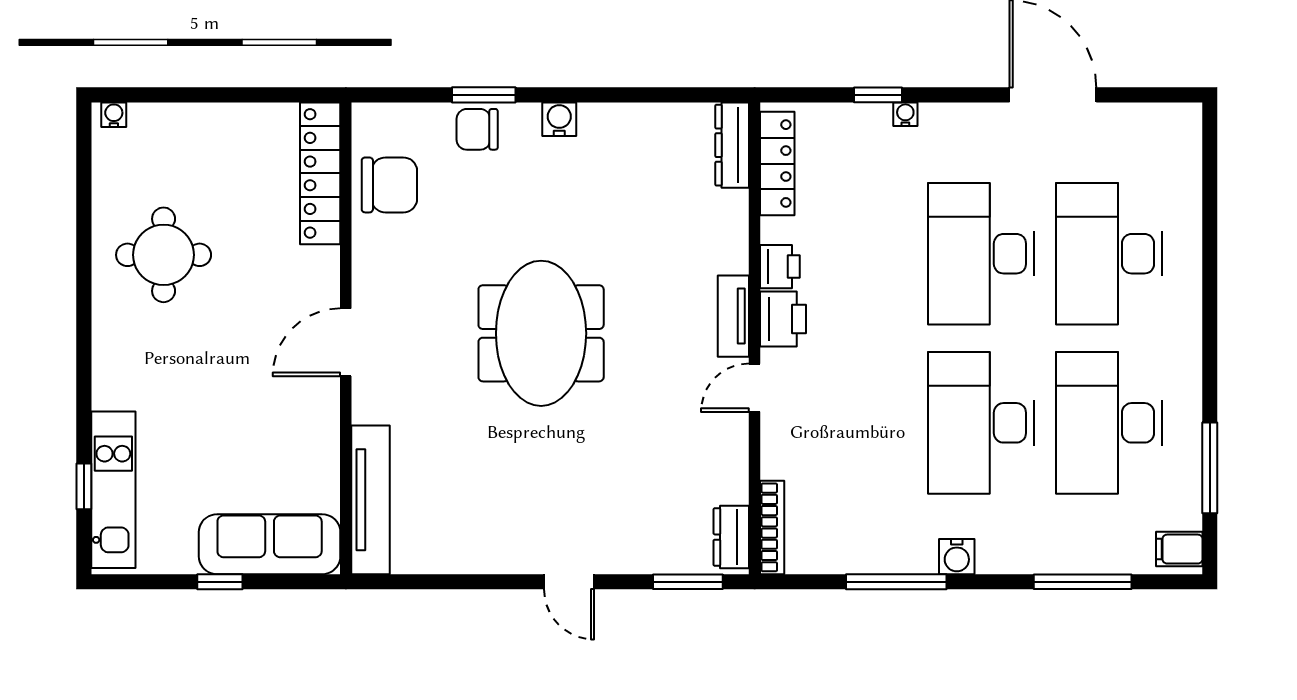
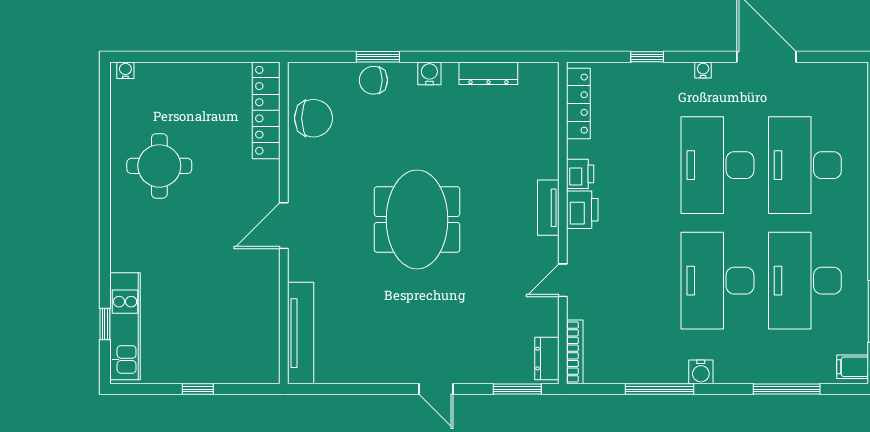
water cooler: (905, 114) -> (703, 70), moved
dresser: (732, 145) -> (488, 73), moved, turned -90
door: (755, 388) -> (563, 280), moved
sofa: (270, 544) -> (232, 363), removed

